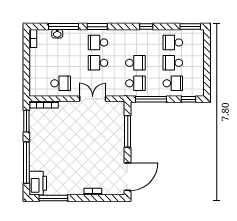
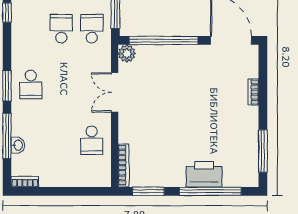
school desk: (98, 63) -> (61, 84), removed
school desk: (61, 83) -> (92, 140), turned 180
plant: (119, 107) -> (127, 53), added
window: (128, 131) -> (164, 40), width x1.46
printer: (38, 183) -> (204, 174), moved

